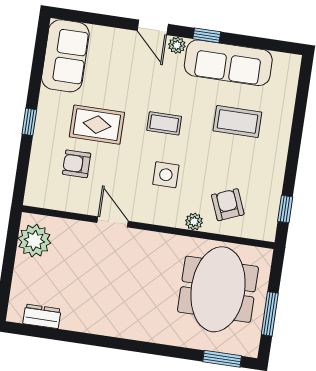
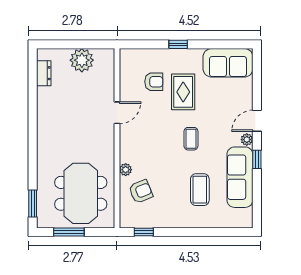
armchair: (77, 164) -> (154, 82), turned 90
side table: (166, 175) -> (155, 145), removed
plant: (34, 241) -> (82, 60), moved
meeting table: (218, 289) -> (81, 193), turned 90

